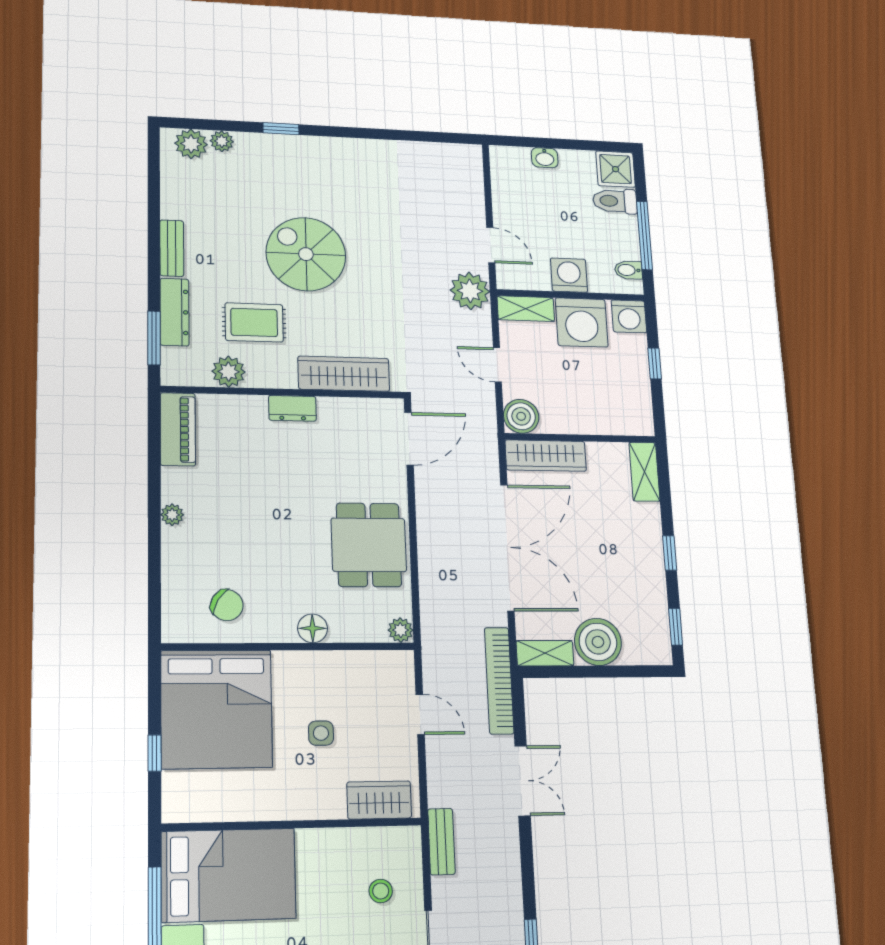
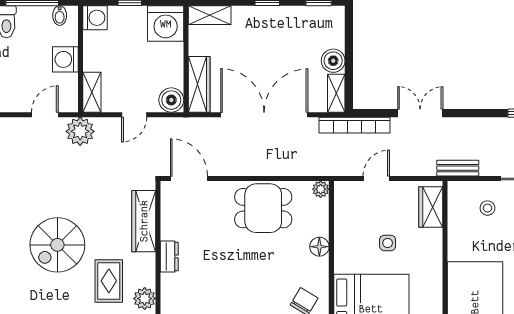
washing machine: (582, 322) -> (166, 24), moved, turned 90
boiler: (598, 642) -> (333, 61), width x0.73, depth x0.73

